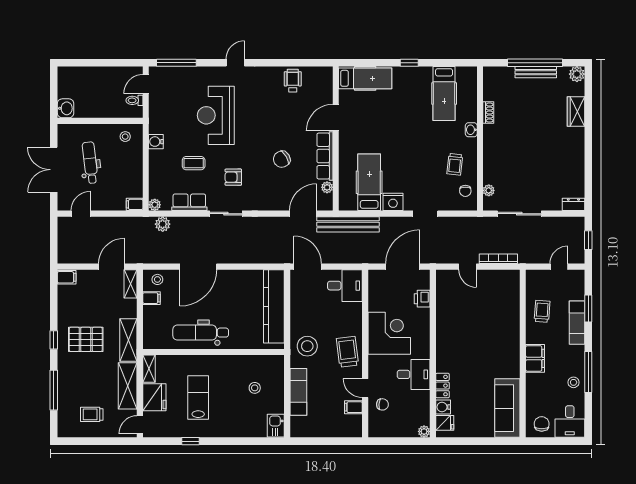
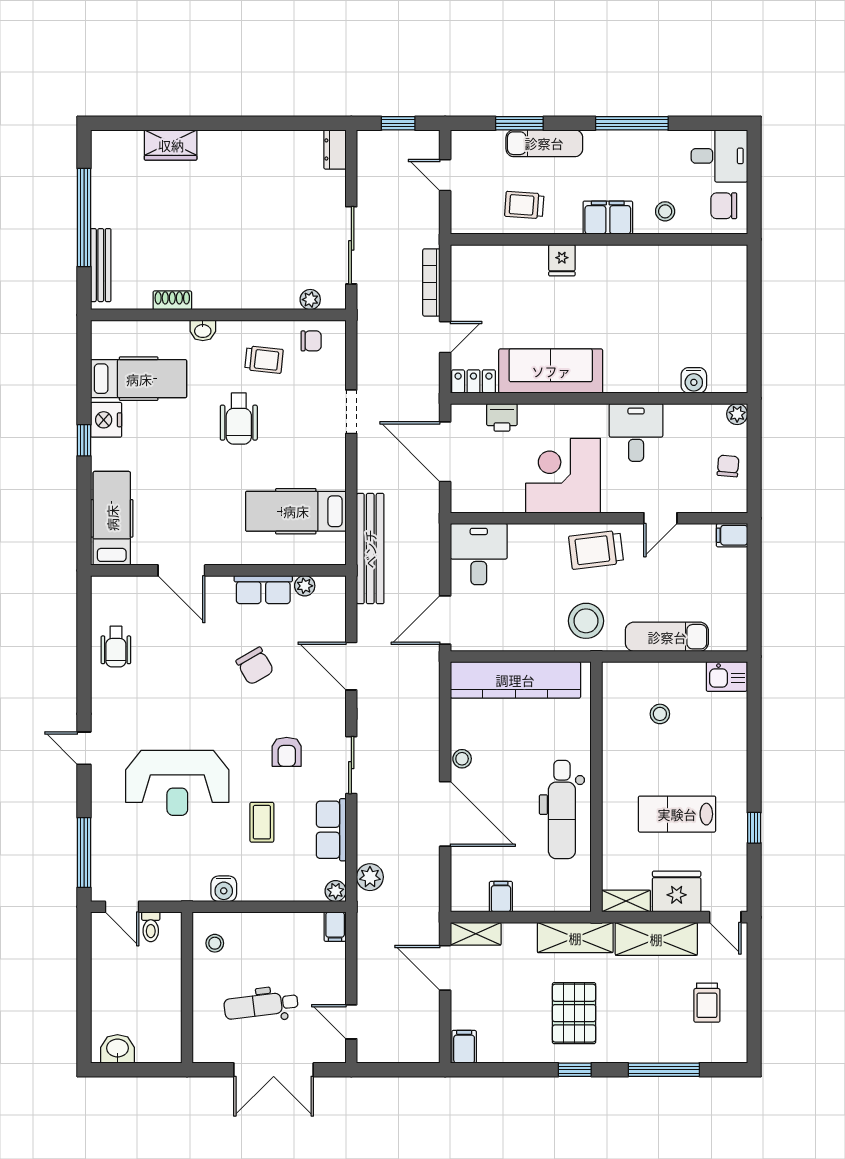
bench: (536, 72) -> (101, 265), moved
plant: (577, 74) -> (104, 144), removed
wheelchair: (293, 81) -> (116, 647), turned -90
washbasin: (66, 108) -> (117, 1049), moved
wheelchair: (422, 150) -> (239, 419), added
row of seats: (325, 156) -> (263, 590), width x0.68
nightstand: (393, 202) -> (106, 420), moved, turned 180
door: (303, 214) -> (351, 666), moved
stool: (157, 279) -> (462, 759), moved
stool: (574, 382) -> (665, 211), moved
locker: (442, 386) -> (473, 381), moved
chair: (382, 404) -> (728, 466), moved
filing cabinet: (353, 407) -> (732, 535), moved, turned 90
sofa: (507, 408) -> (551, 371), moved, turned 180
fridge: (445, 423) -> (562, 260), moved, turned 180

